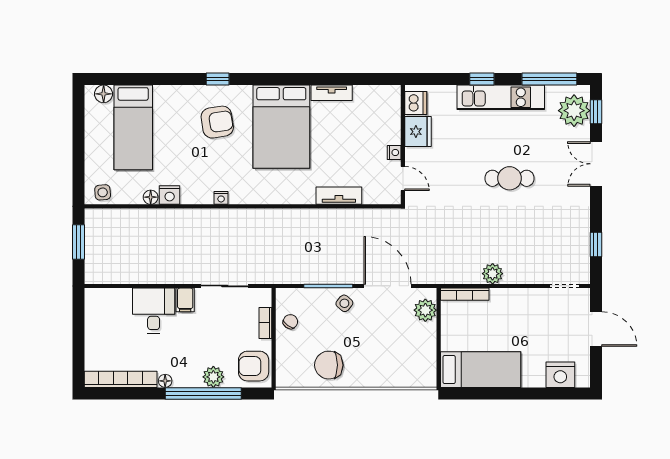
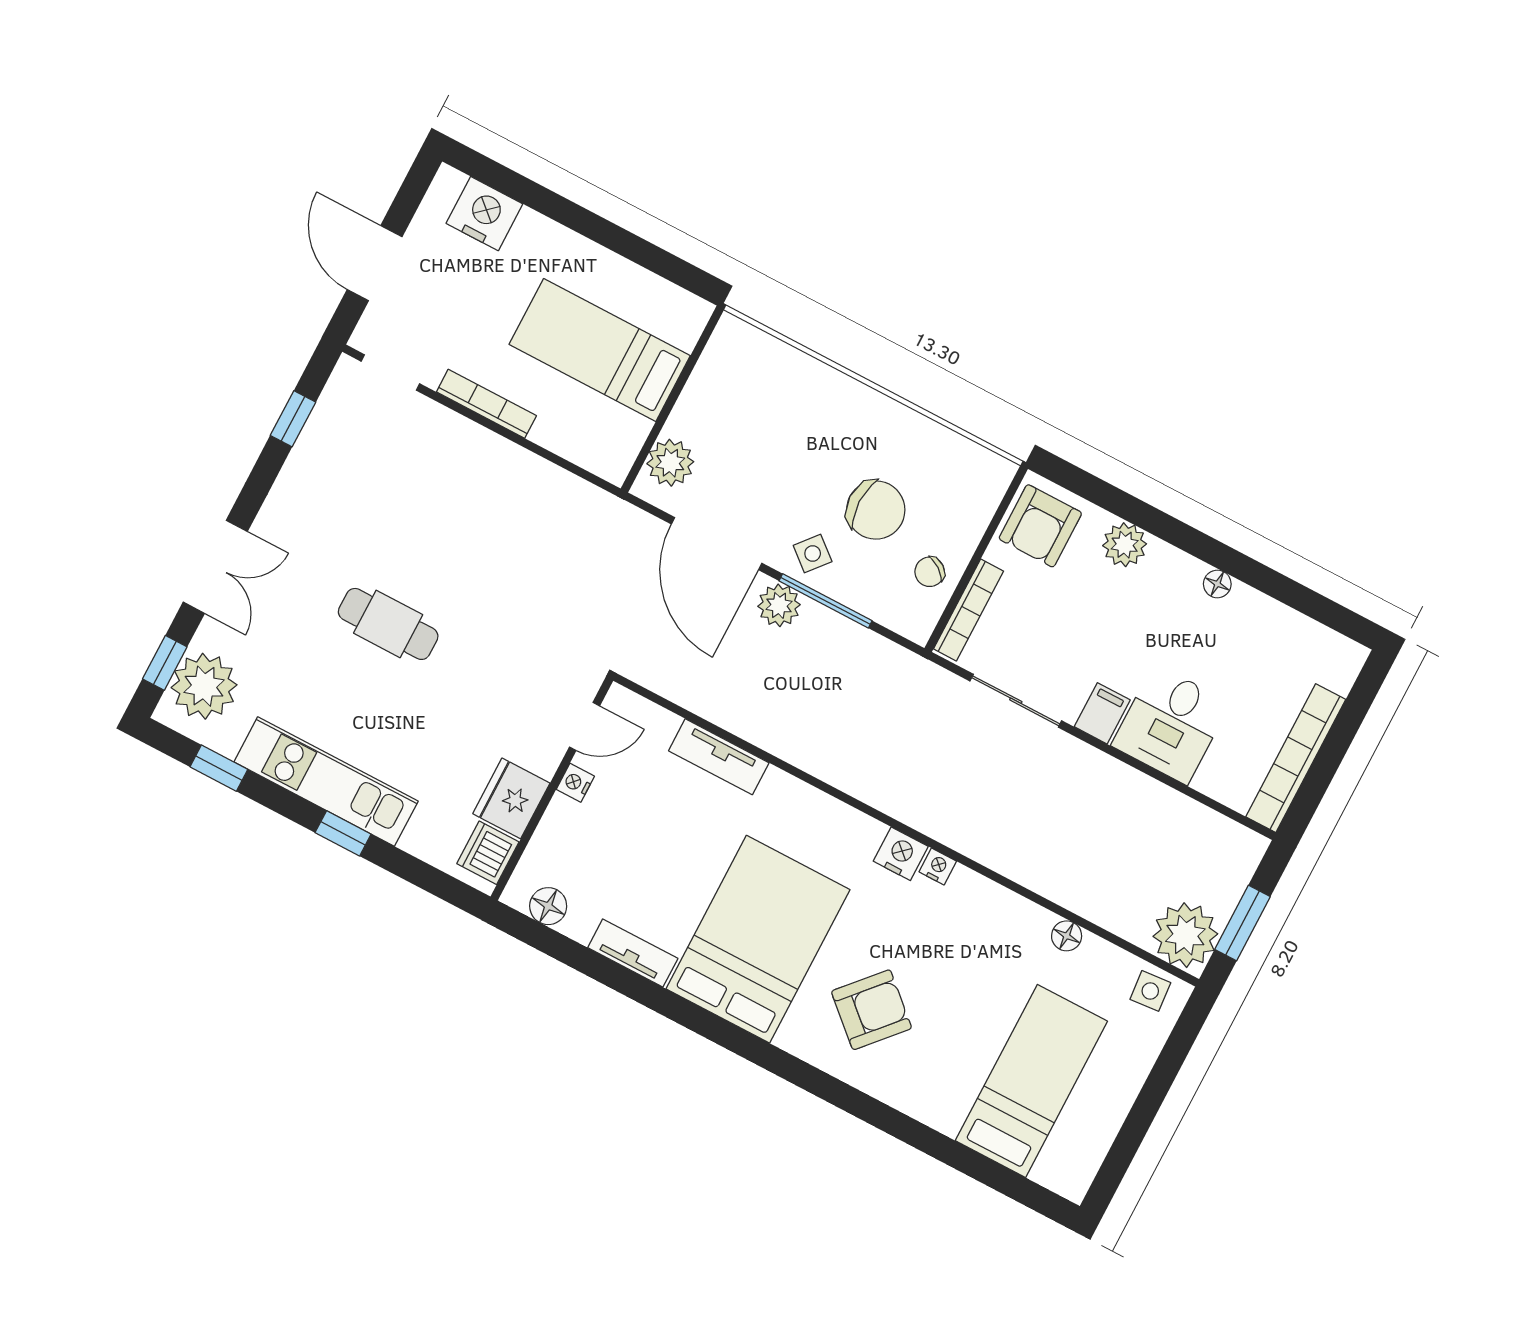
window: (218, 79) -> (829, 1089), removed
window: (549, 79) -> (219, 768), width x0.46
floor lamp: (104, 94) -> (548, 906), moved
armchair: (217, 122) -> (871, 1010), turned 141
door: (403, 179) -> (584, 726), swing flipped
nightstand: (170, 195) -> (901, 854), moved
plant: (100, 224) -> (1185, 935), added
plant: (493, 274) -> (779, 605), moved
bookcase: (465, 294) -> (486, 404), moved
bookcase: (265, 323) -> (969, 610), width x1.56
chair: (329, 365) -> (876, 510), moved
armchair: (254, 366) -> (1040, 526), turned 90
bed: (481, 370) -> (600, 350), moved
bookcase: (121, 379) -> (1296, 758), moved, turned 90
window: (203, 393) -> (1159, 524), removed

